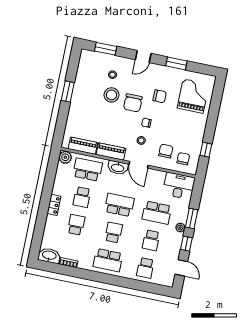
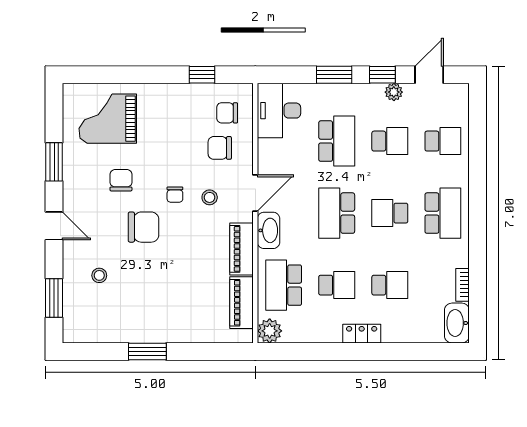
stool: (111, 95) -> (137, 270), removed
school desk: (76, 225) -> (390, 285), turned 180
plant: (180, 228) -> (394, 92), moved

